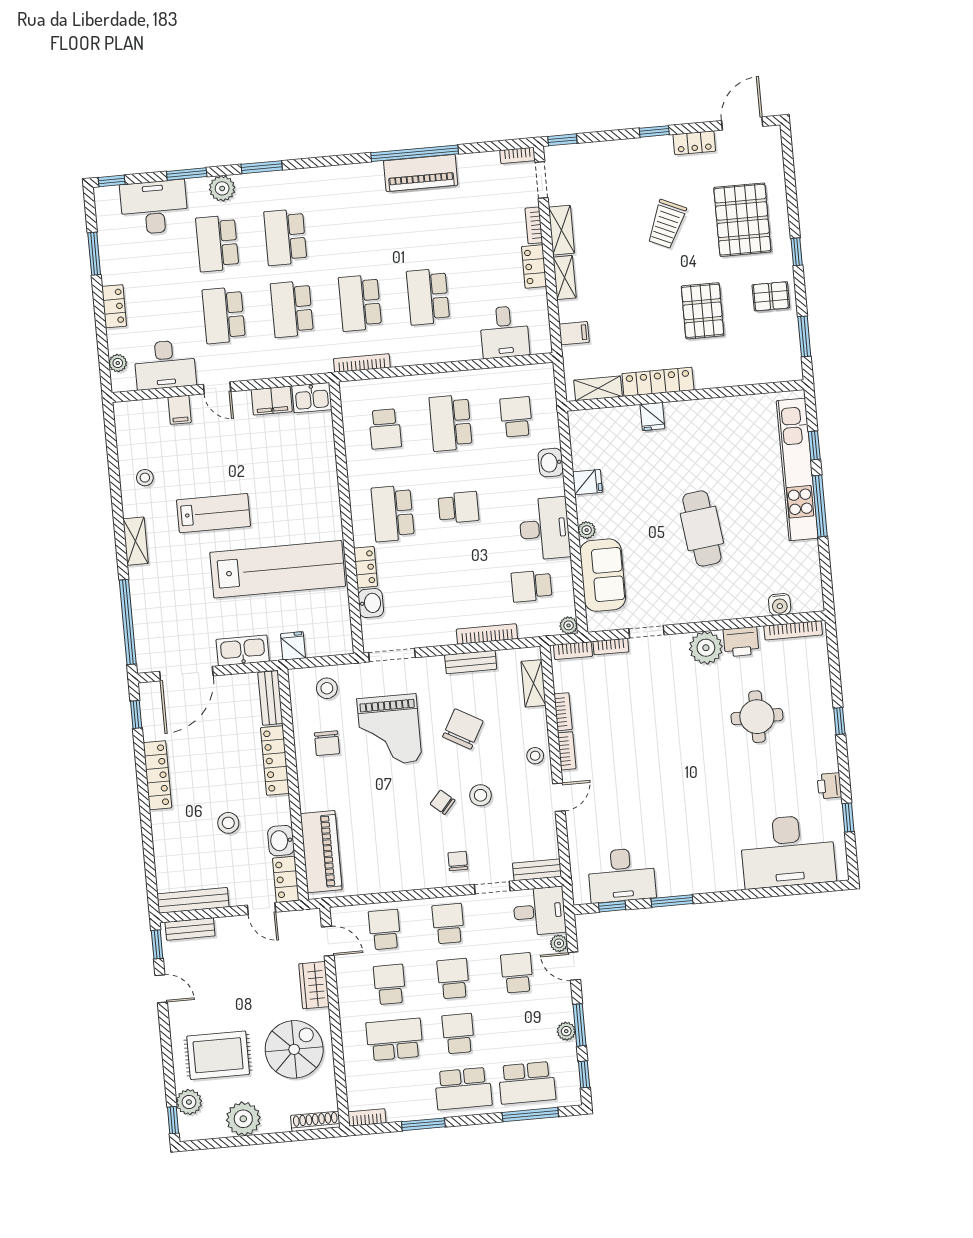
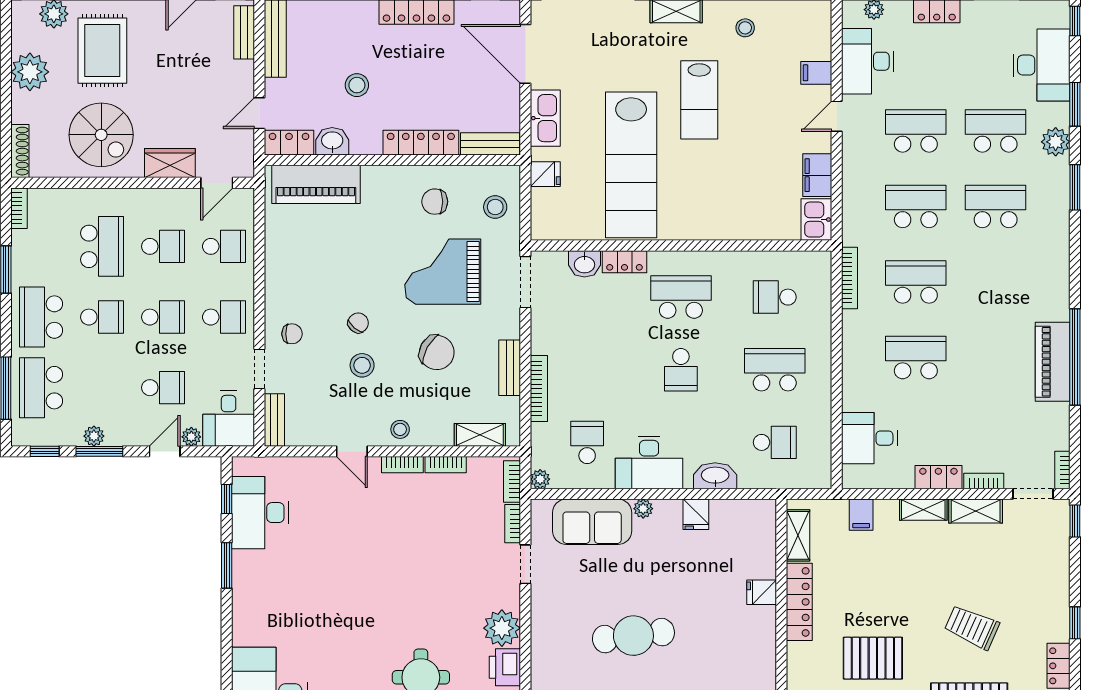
washbasin: (551, 463) -> (715, 476), width x1.38

